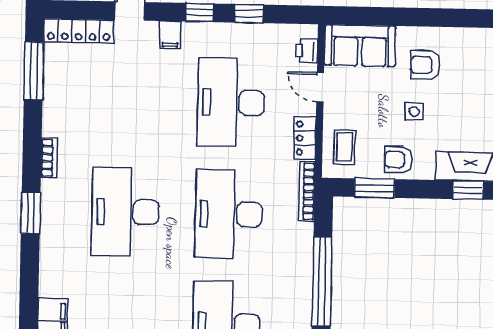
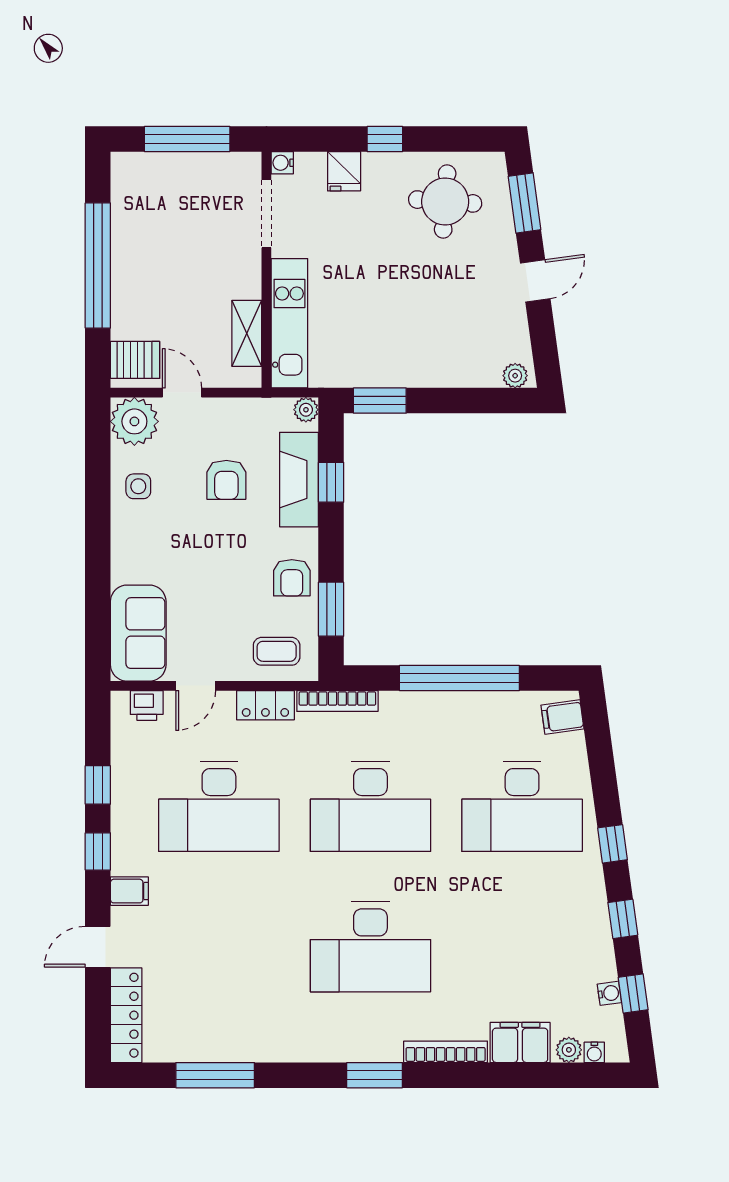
armchair: (425, 65) -> (226, 480), moved
window: (34, 71) -> (215, 1075), moved
side table: (414, 111) -> (138, 486), moved
bookcase: (49, 158) -> (446, 1052), moved, width x1.56

